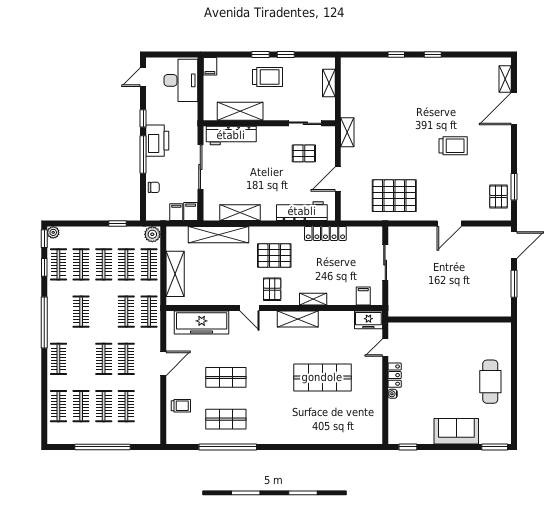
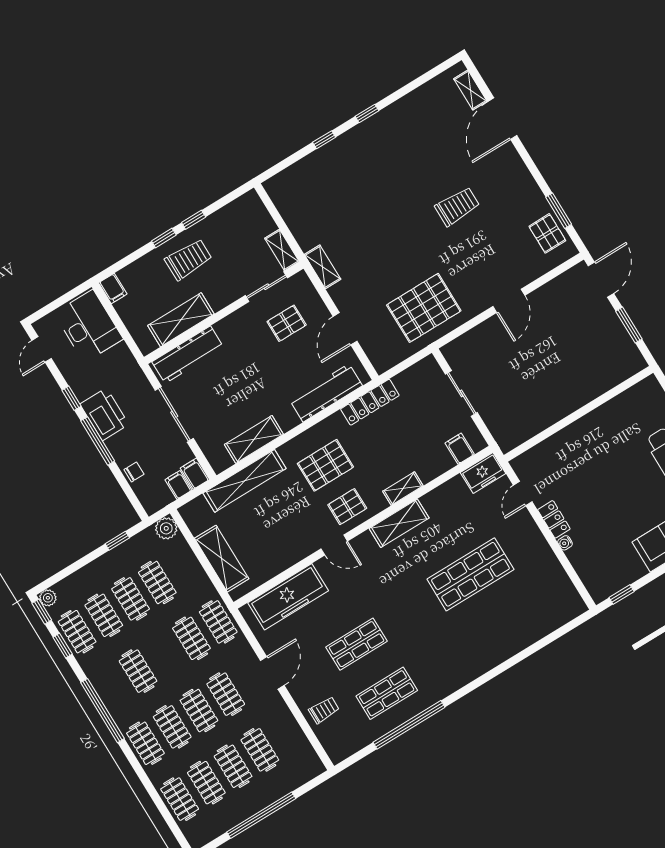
shelving: (329, 83) -> (282, 250), moved
clothes rail: (149, 264) -> (172, 727), moved
pallet: (272, 289) -> (347, 507), turned 90

